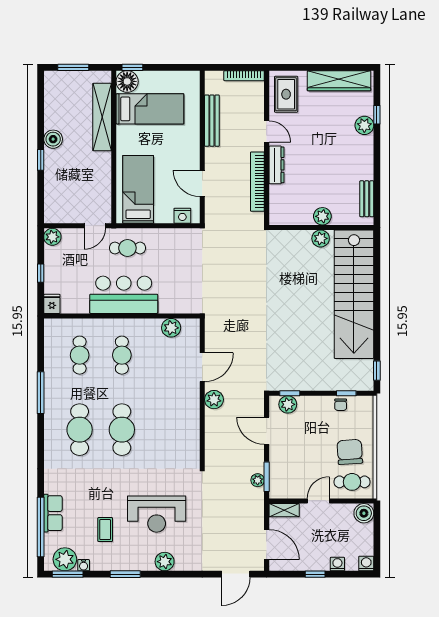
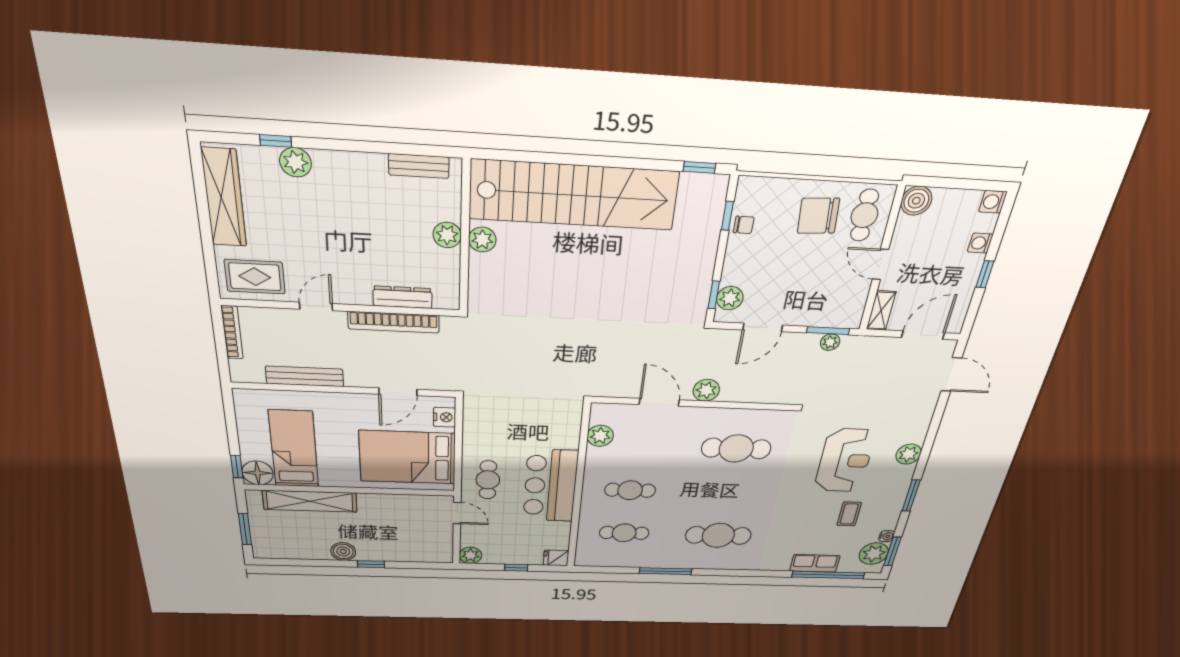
dresser: (276, 165) -> (403, 297), moved
bed: (138, 189) -> (408, 457), width x1.50
cafe table: (122, 430) -> (736, 449), moved
coffee table: (105, 530) -> (849, 514), turned 90

